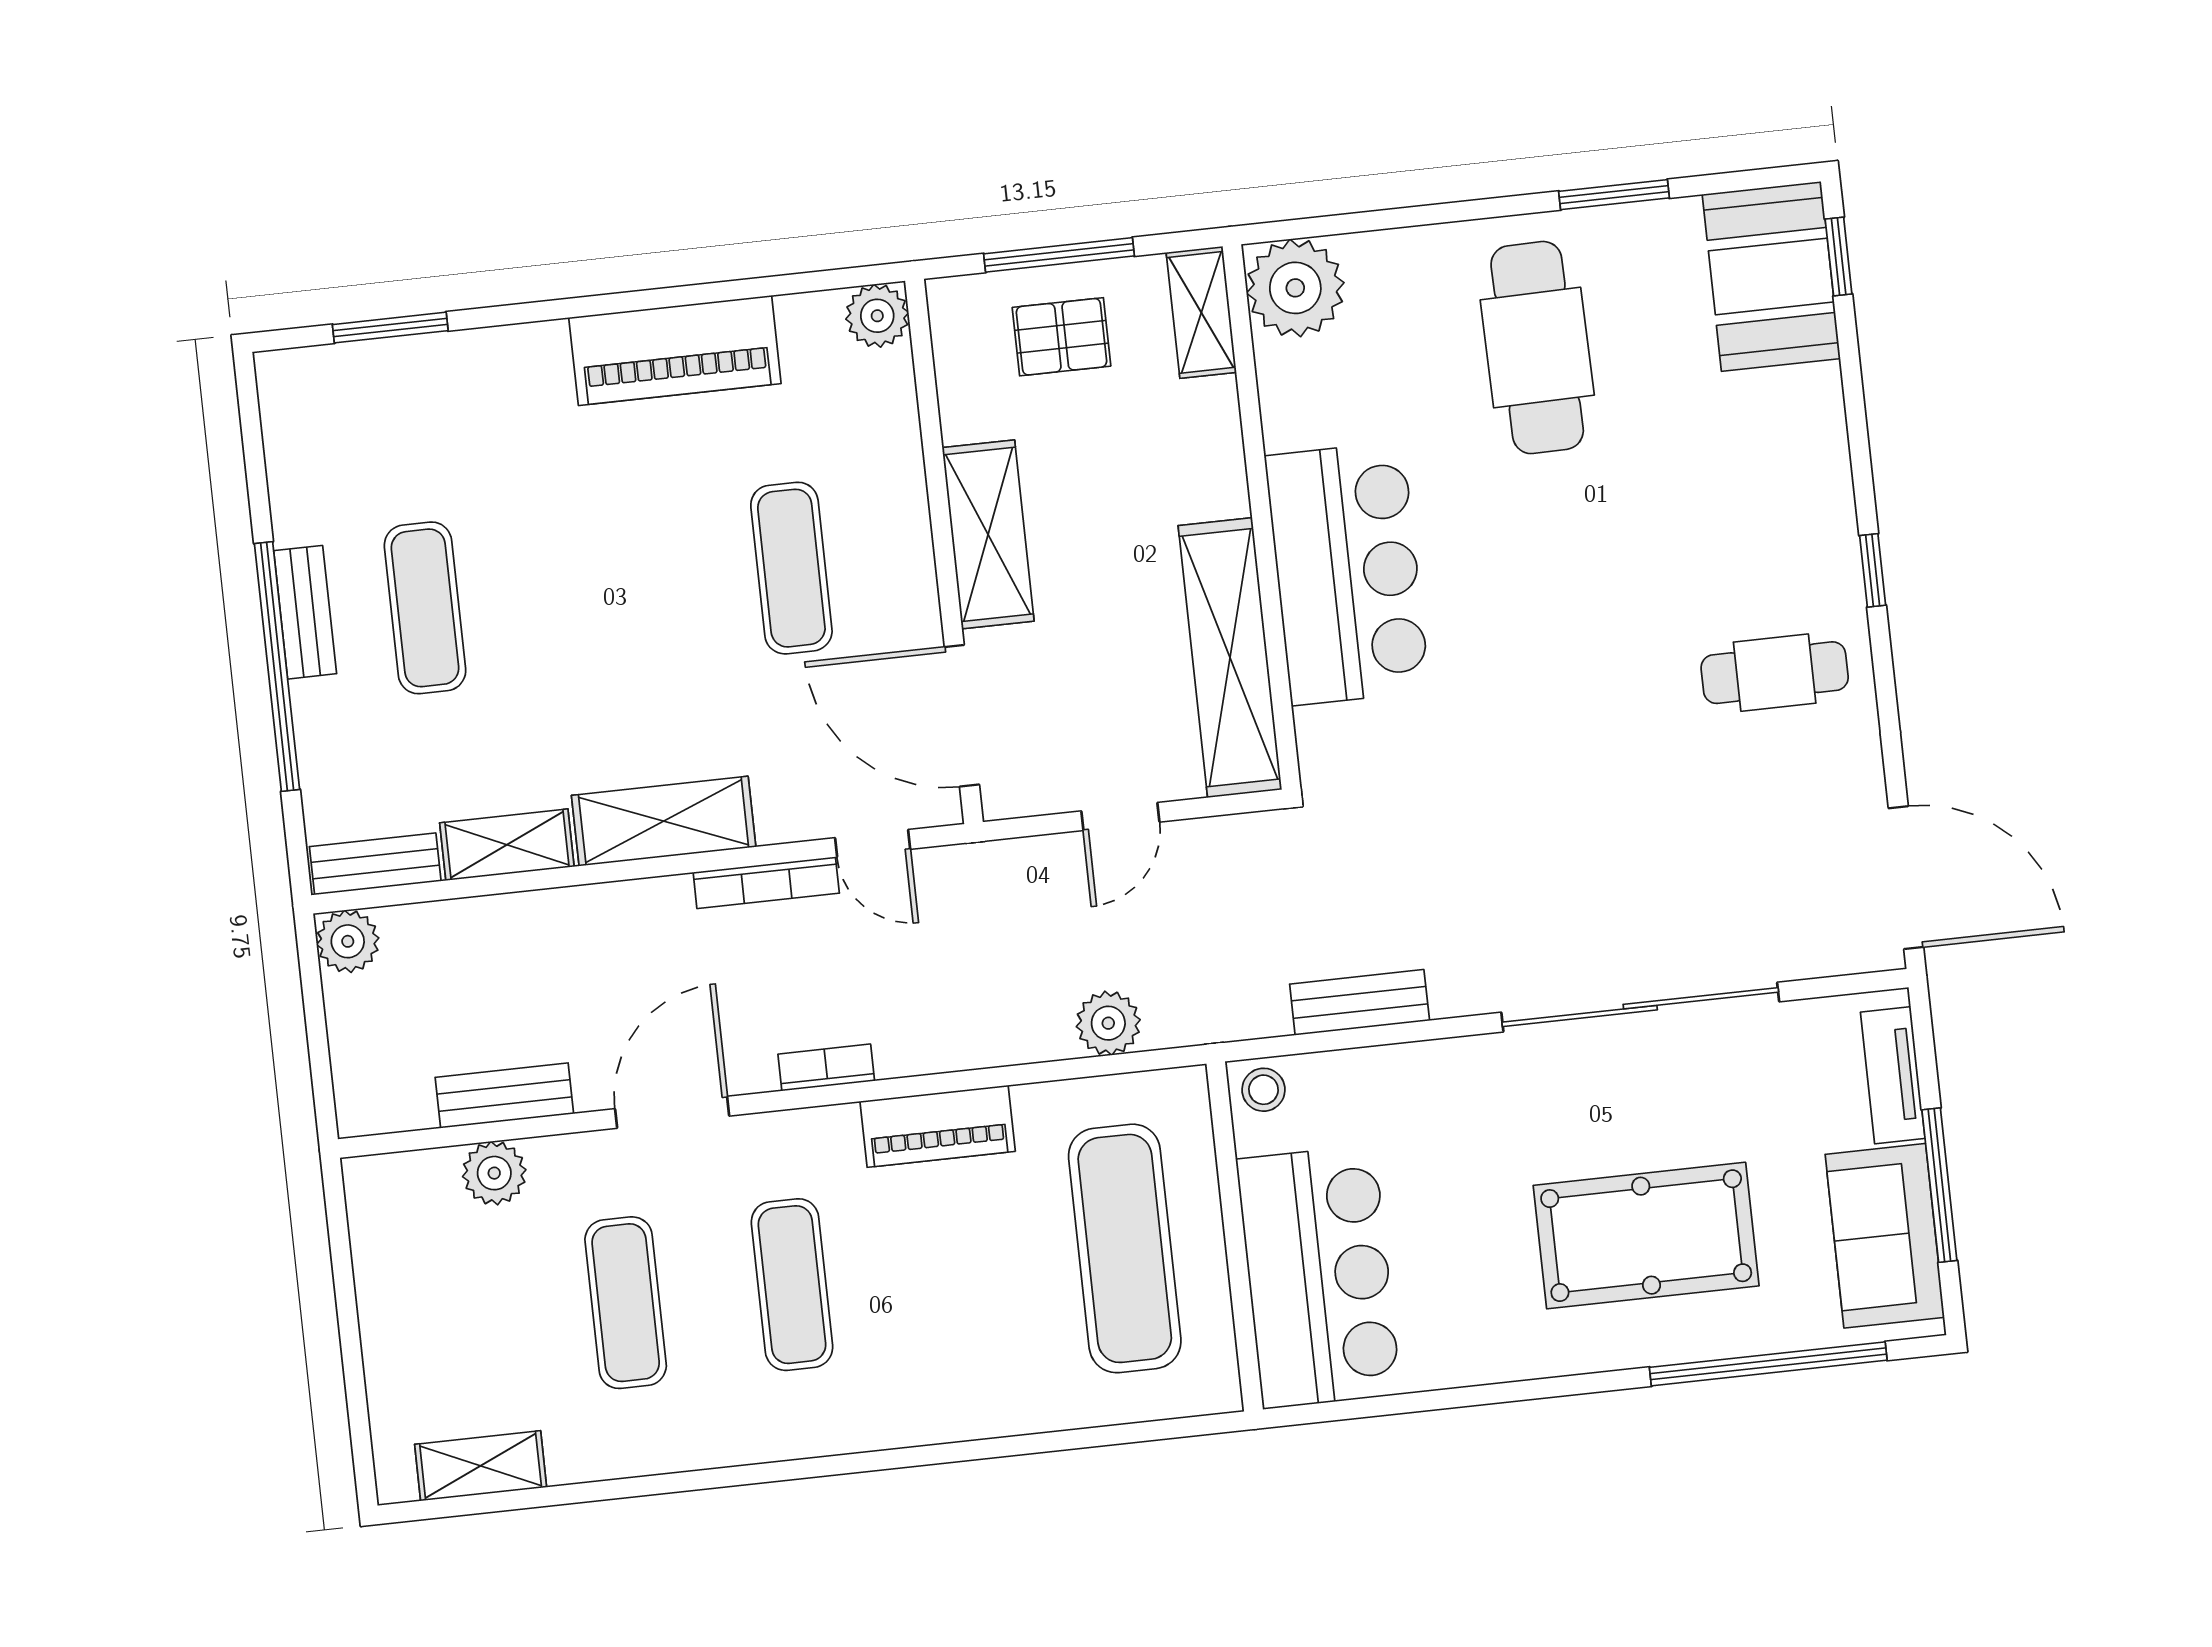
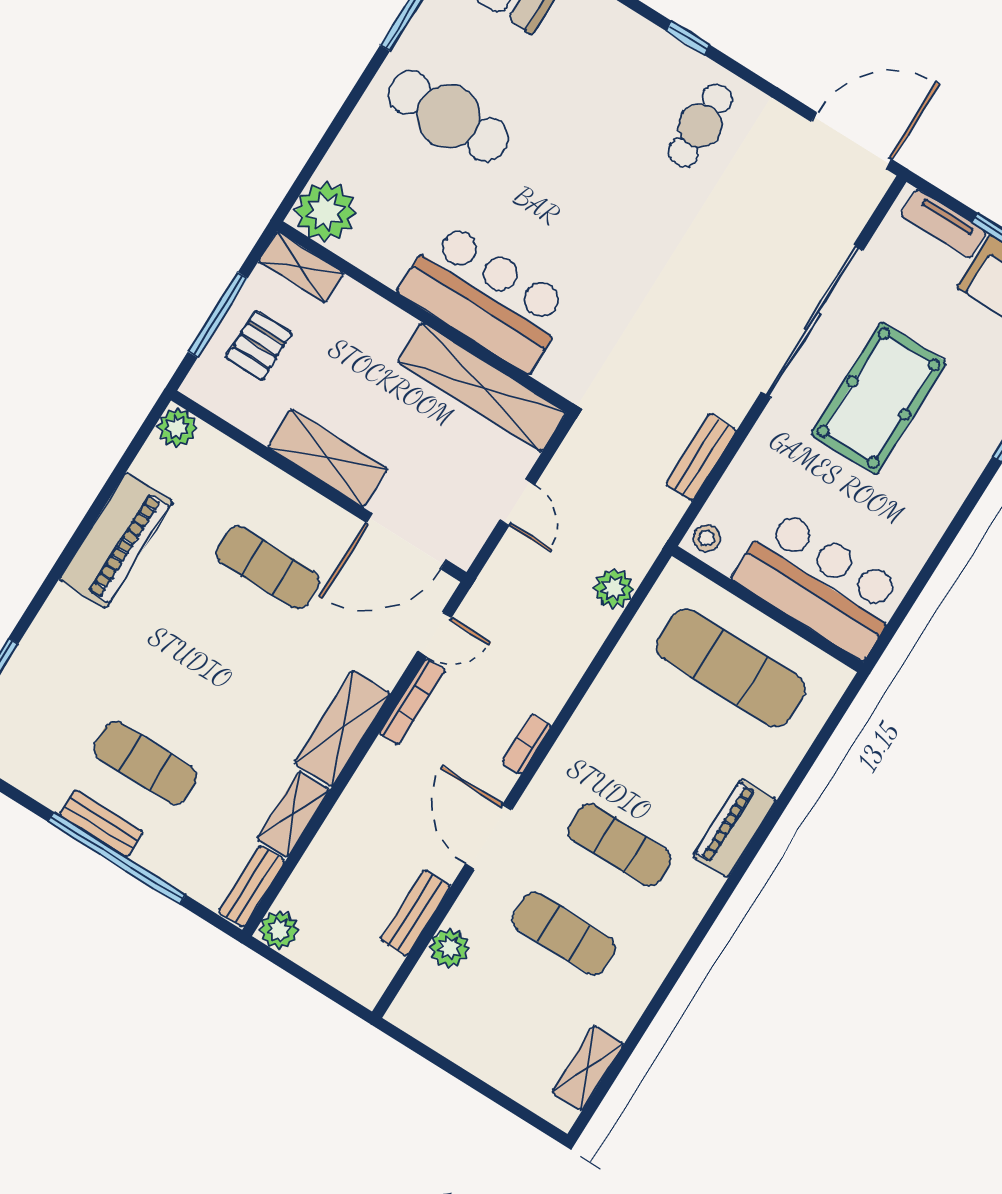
piano: (938, 1126) -> (735, 828), moved, turned 180
pool table: (1646, 1236) -> (879, 398), moved

